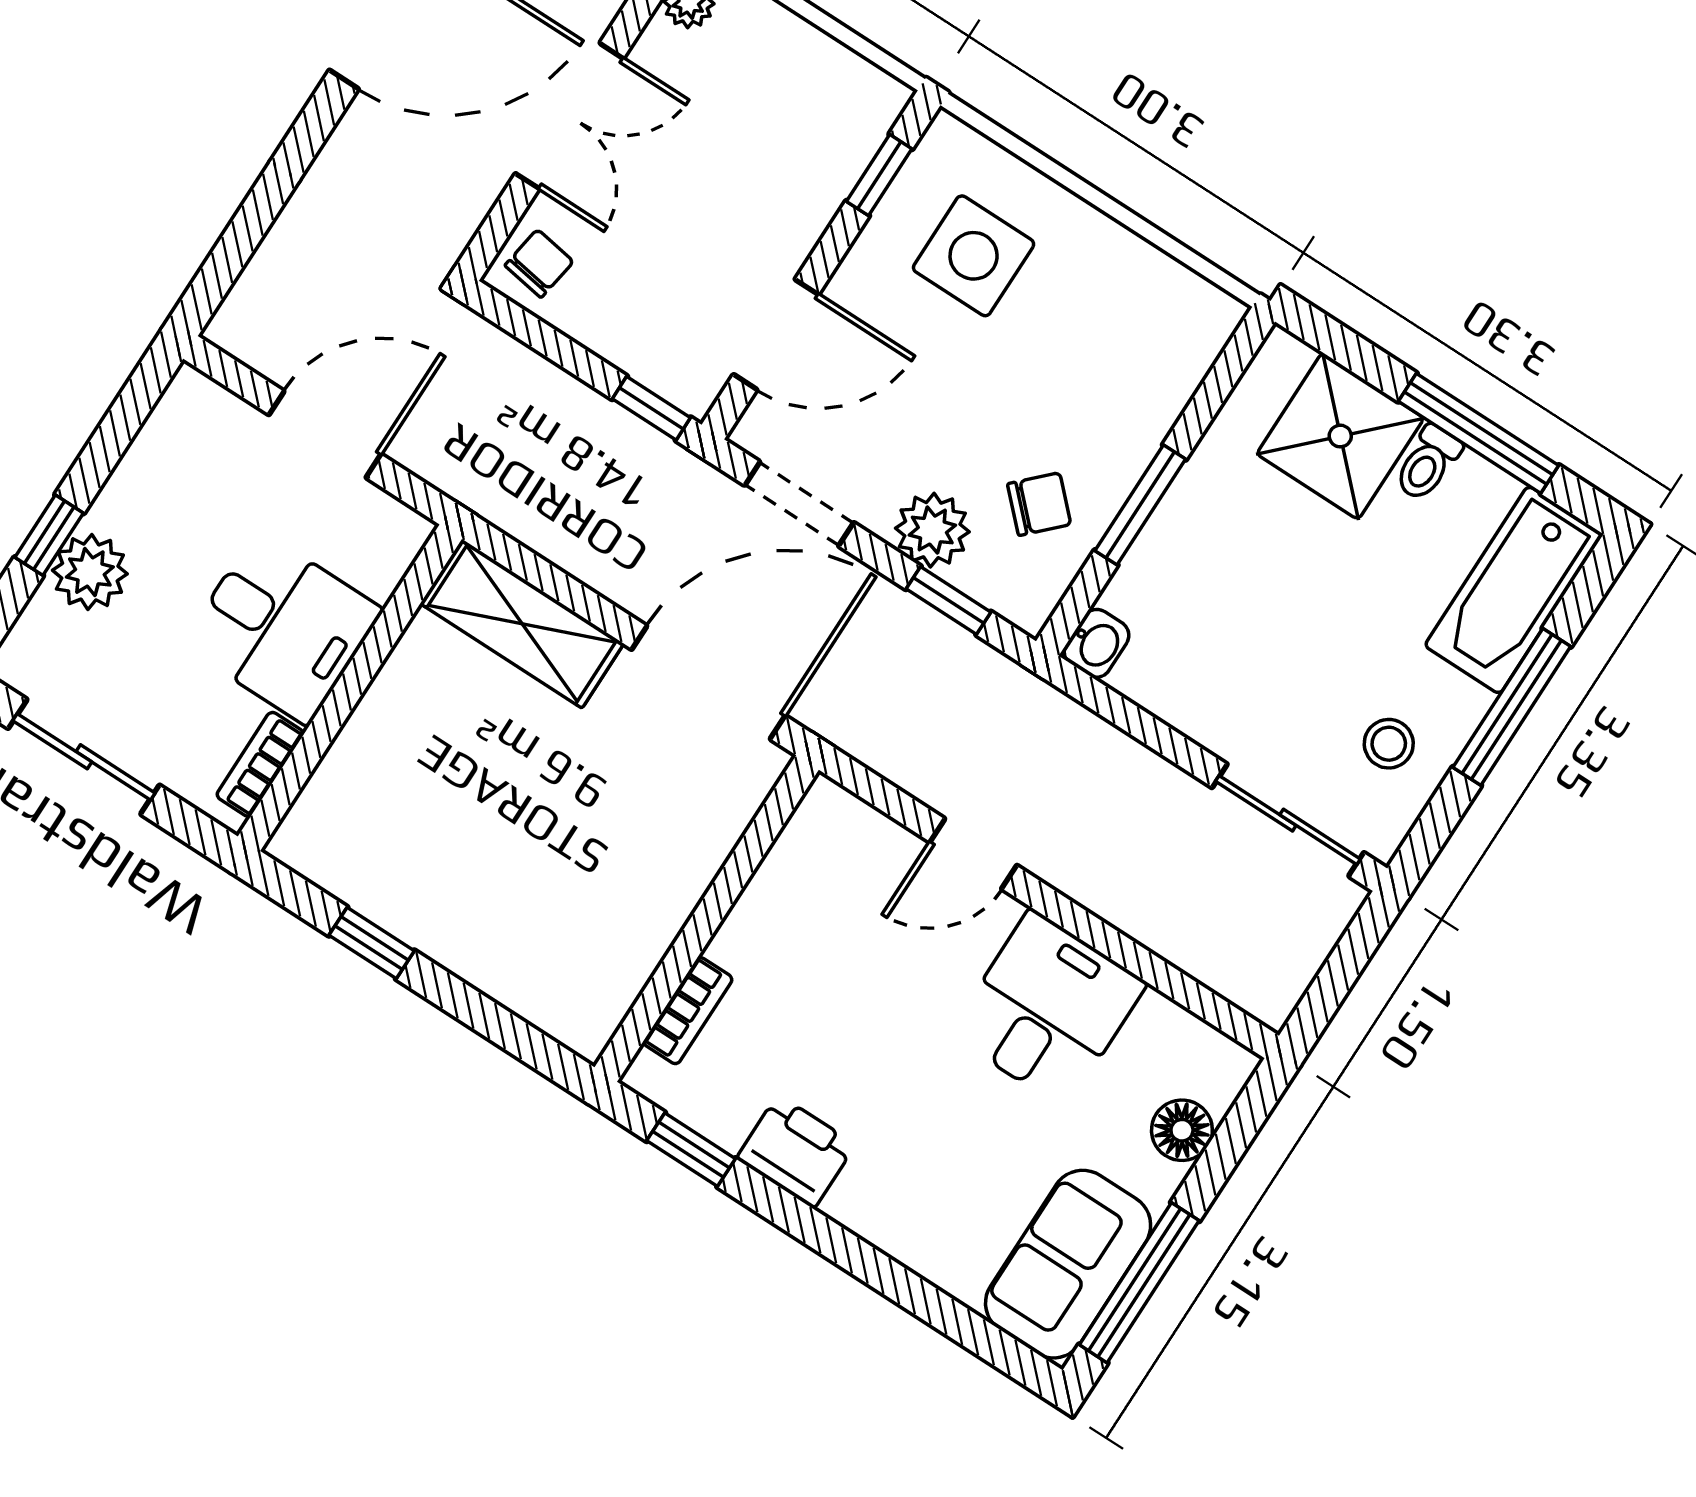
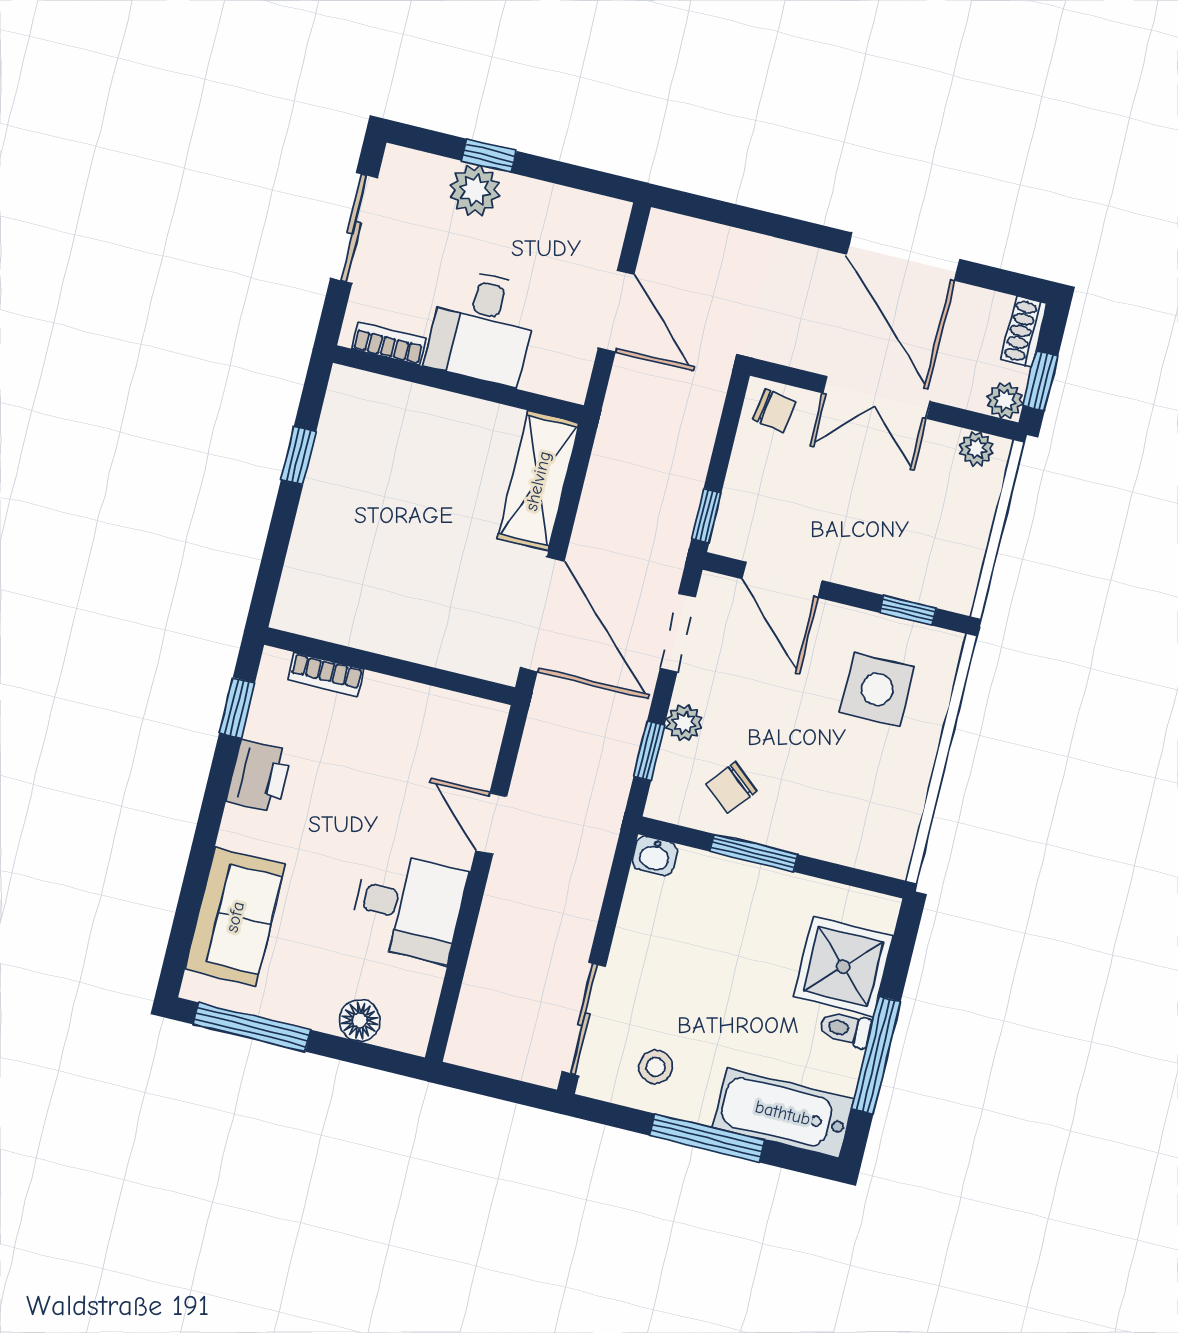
chair: (1039, 504) -> (732, 788), turned 84
plant: (932, 530) -> (684, 723), width x0.73, depth x0.73
sofa: (1068, 1264) -> (235, 917), moved, turned 90

